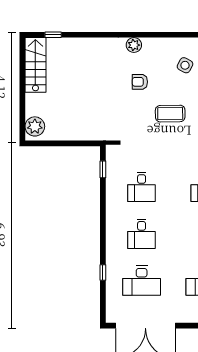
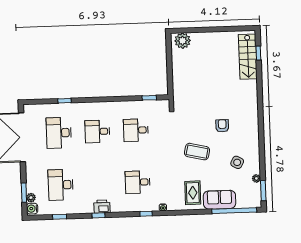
plant: (134, 45) -> (252, 120), removed
stairs: (35, 65) -> (248, 57), moved, turned 90
coffee table: (170, 114) -> (197, 152), turned -76

